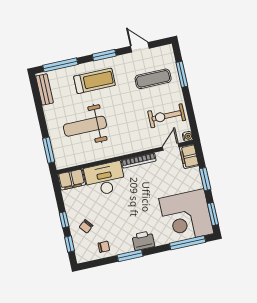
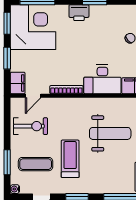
treadmill: (94, 81) -> (70, 159), moved, turned 90
water cooler: (188, 136) -> (15, 189), moved
chair: (104, 247) -> (118, 15), removed

